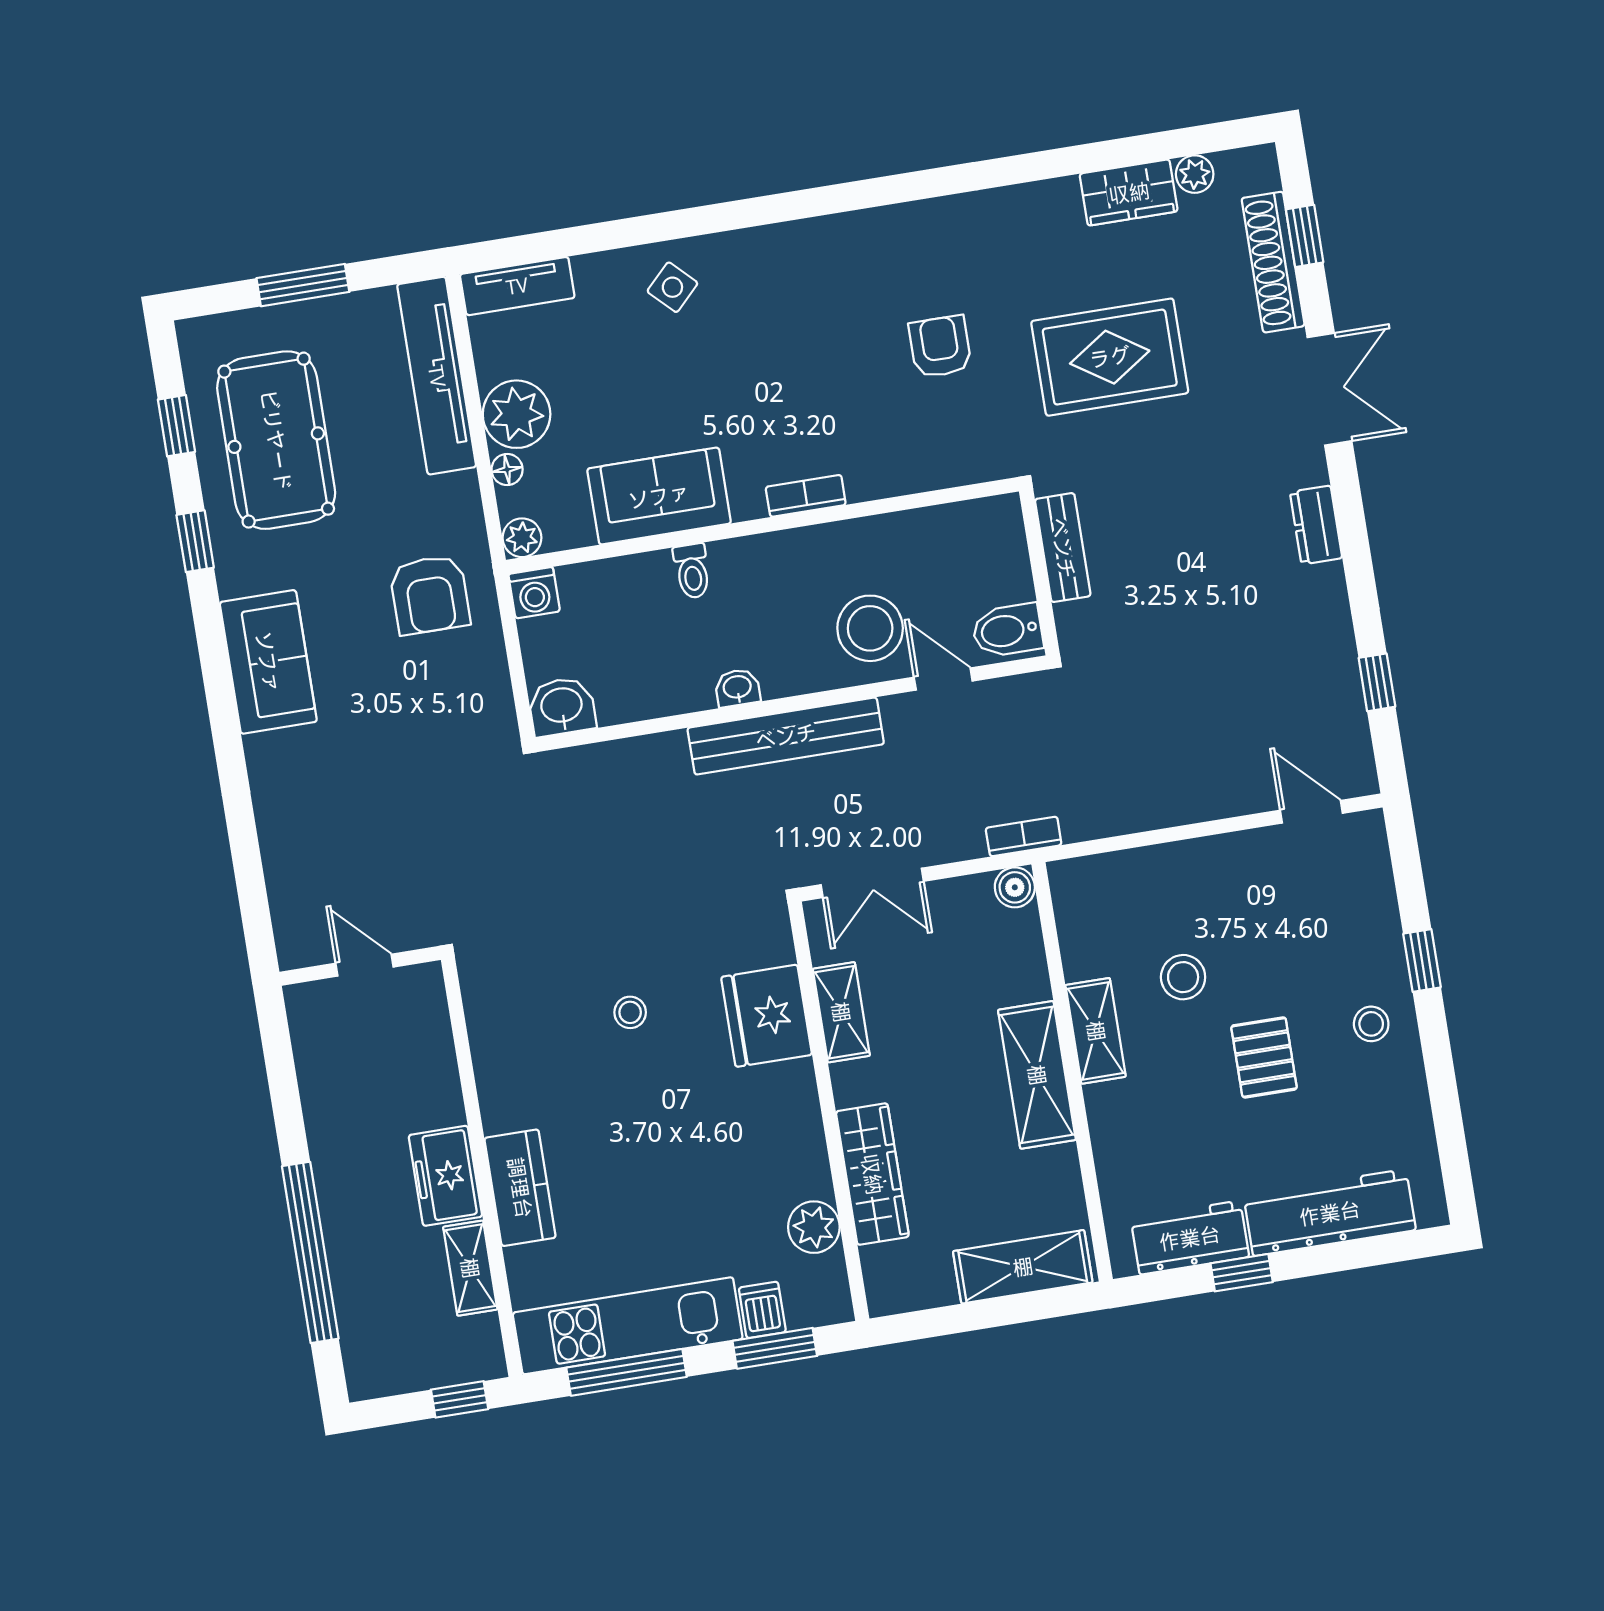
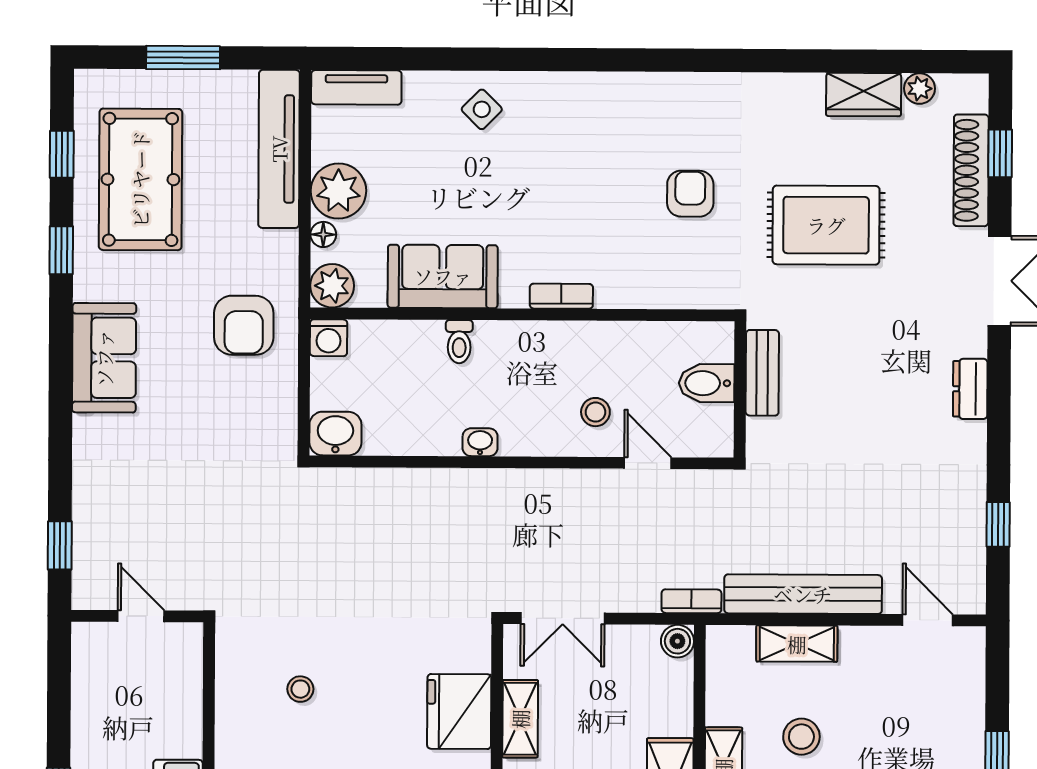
plant: (522, 538) -> (332, 286), width x1.38, depth x1.38
stool: (870, 628) -> (595, 412), width x0.53, depth x0.53
bidet: (1007, 630) -> (707, 383), moved
bench: (786, 736) -> (803, 594), moved
shelving: (1159, 866) -> (797, 644), added
window: (253, 896) -> (60, 545), added
stool: (630, 1012) -> (300, 689), moved

